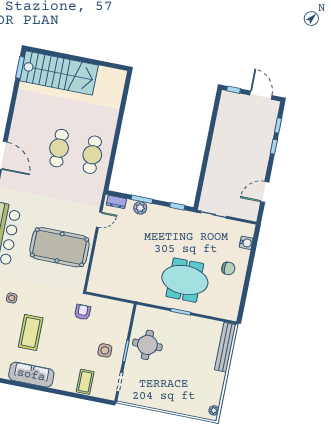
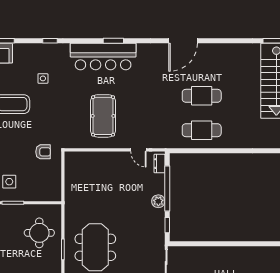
window: (142, 199) -> (167, 188), width x2.11
plant: (140, 208) -> (158, 201), moved
pool table: (59, 247) -> (103, 116), width x0.73, depth x0.76
round table: (147, 345) -> (39, 233), moved

